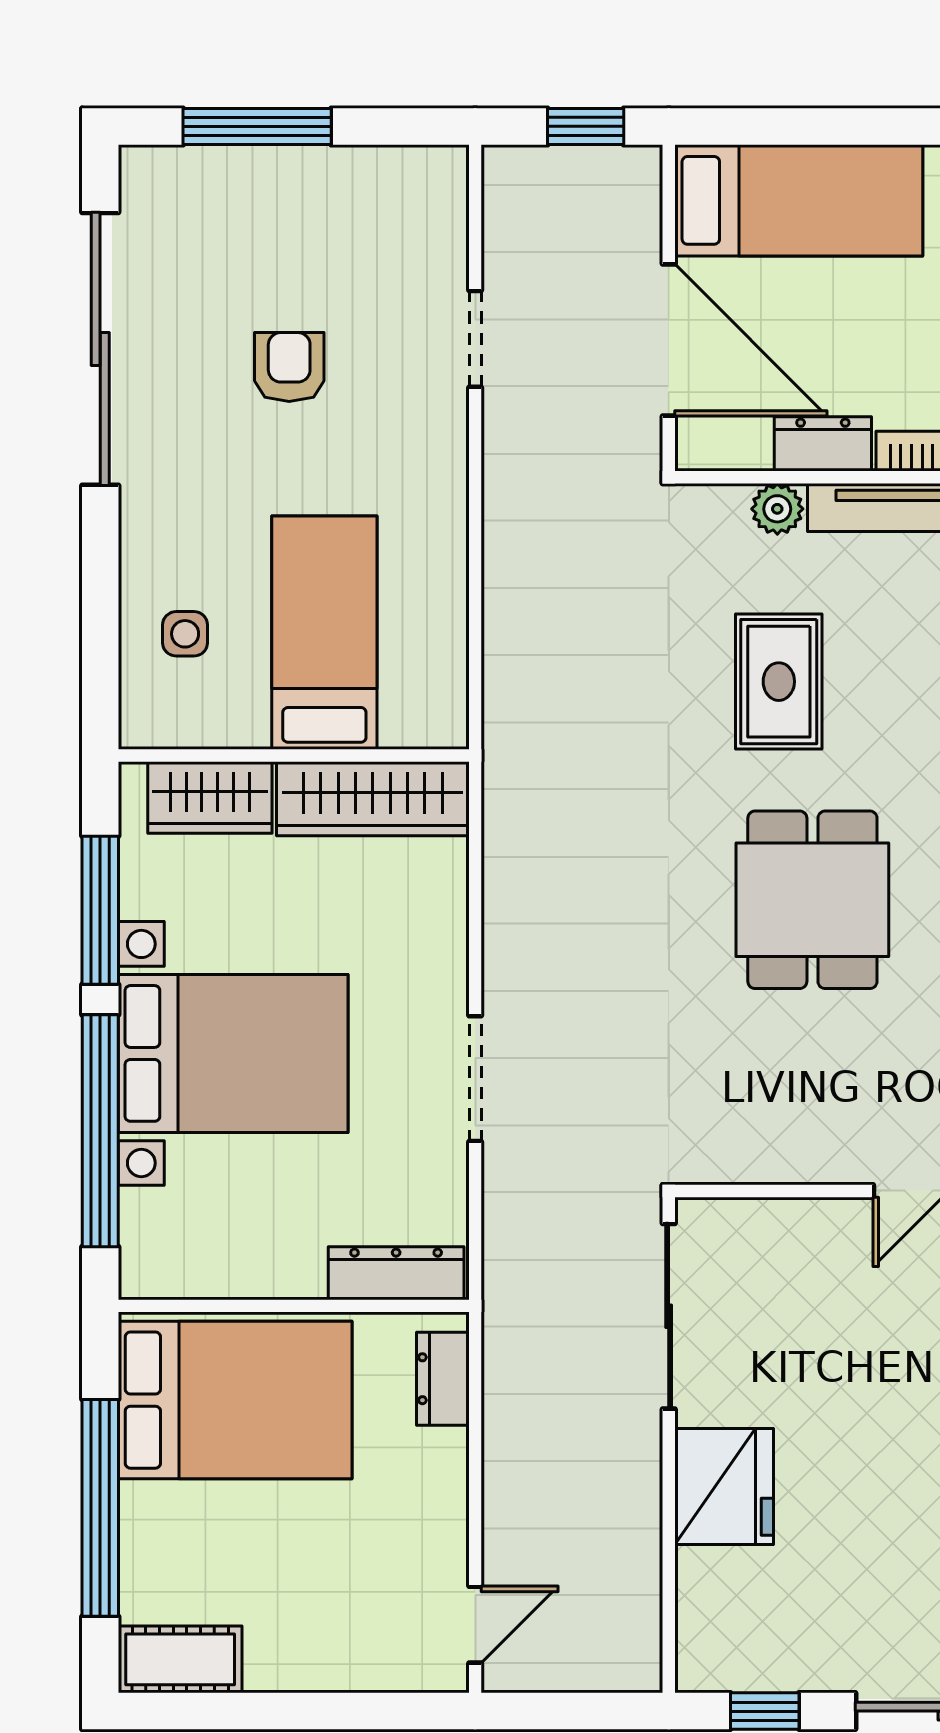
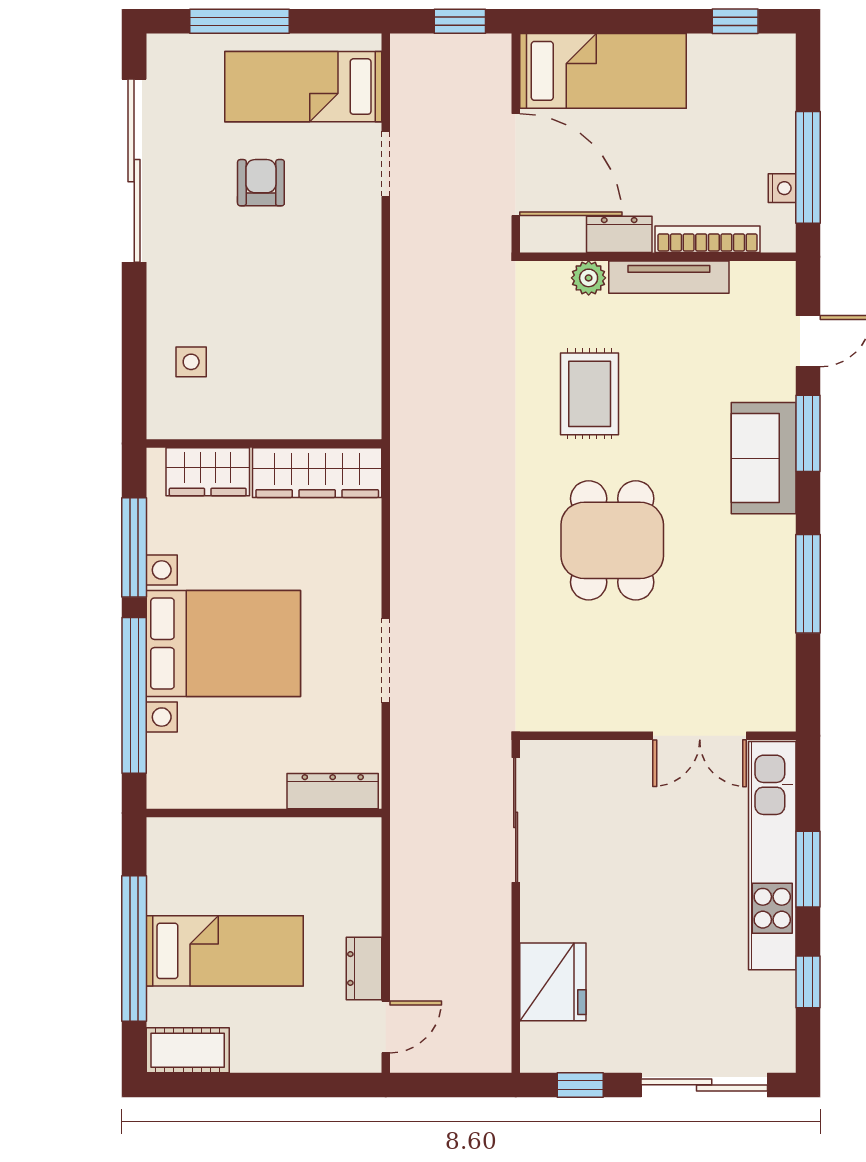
bed: (324, 633) -> (303, 87), moved, turned -90
dresser: (443, 1379) -> (364, 968), moved
bed: (235, 1400) -> (225, 951), moved, width x0.67
fridge: (724, 1487) -> (553, 982), moved

